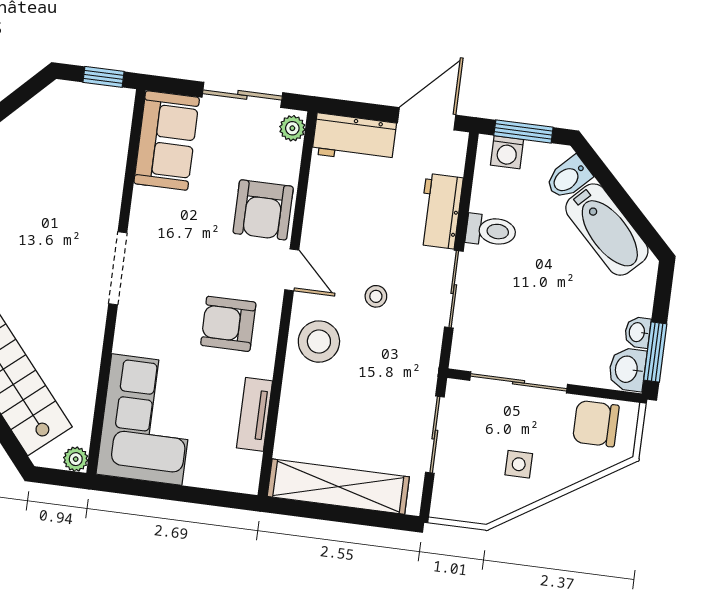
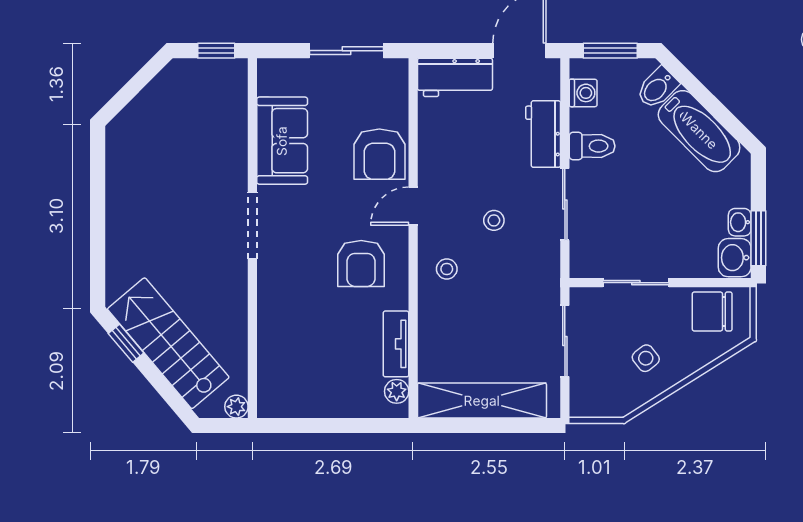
plant: (292, 128) -> (397, 391), moved
sofa: (167, 141) -> (282, 141), moved
washing machine: (507, 152) -> (583, 93), moved, turned -90
door: (292, 270) -> (413, 206), swing flipped
armchair: (228, 324) -> (361, 263), turned -90
stool: (319, 342) -> (447, 269), width x0.53, depth x0.53
sliding door: (519, 382) -> (636, 283), width x0.73
corner sofa: (147, 420) -> (297, 362), removed
side table: (519, 464) -> (646, 358), turned -38

